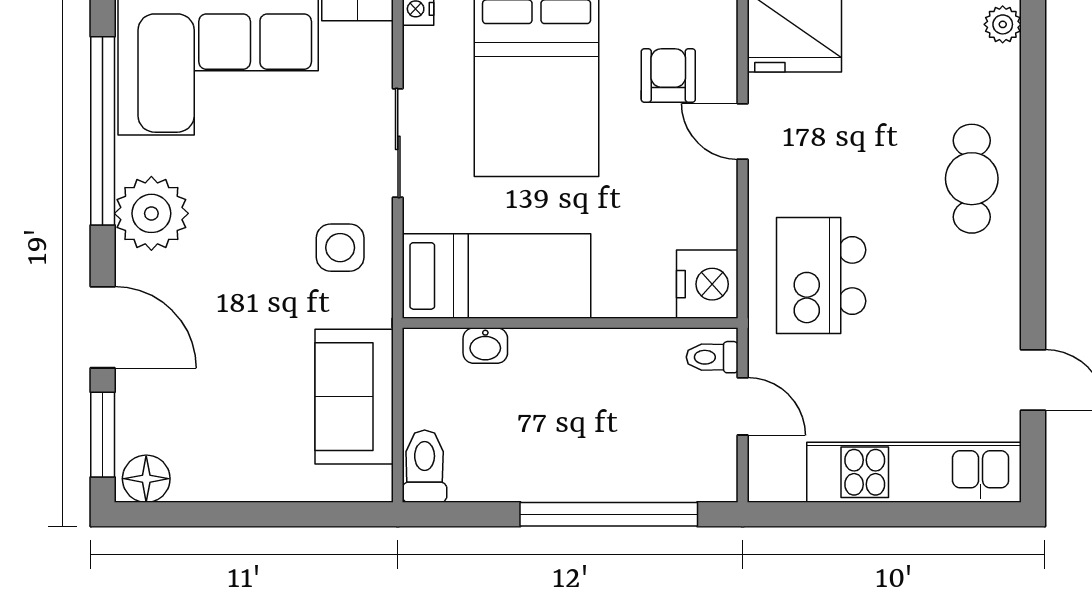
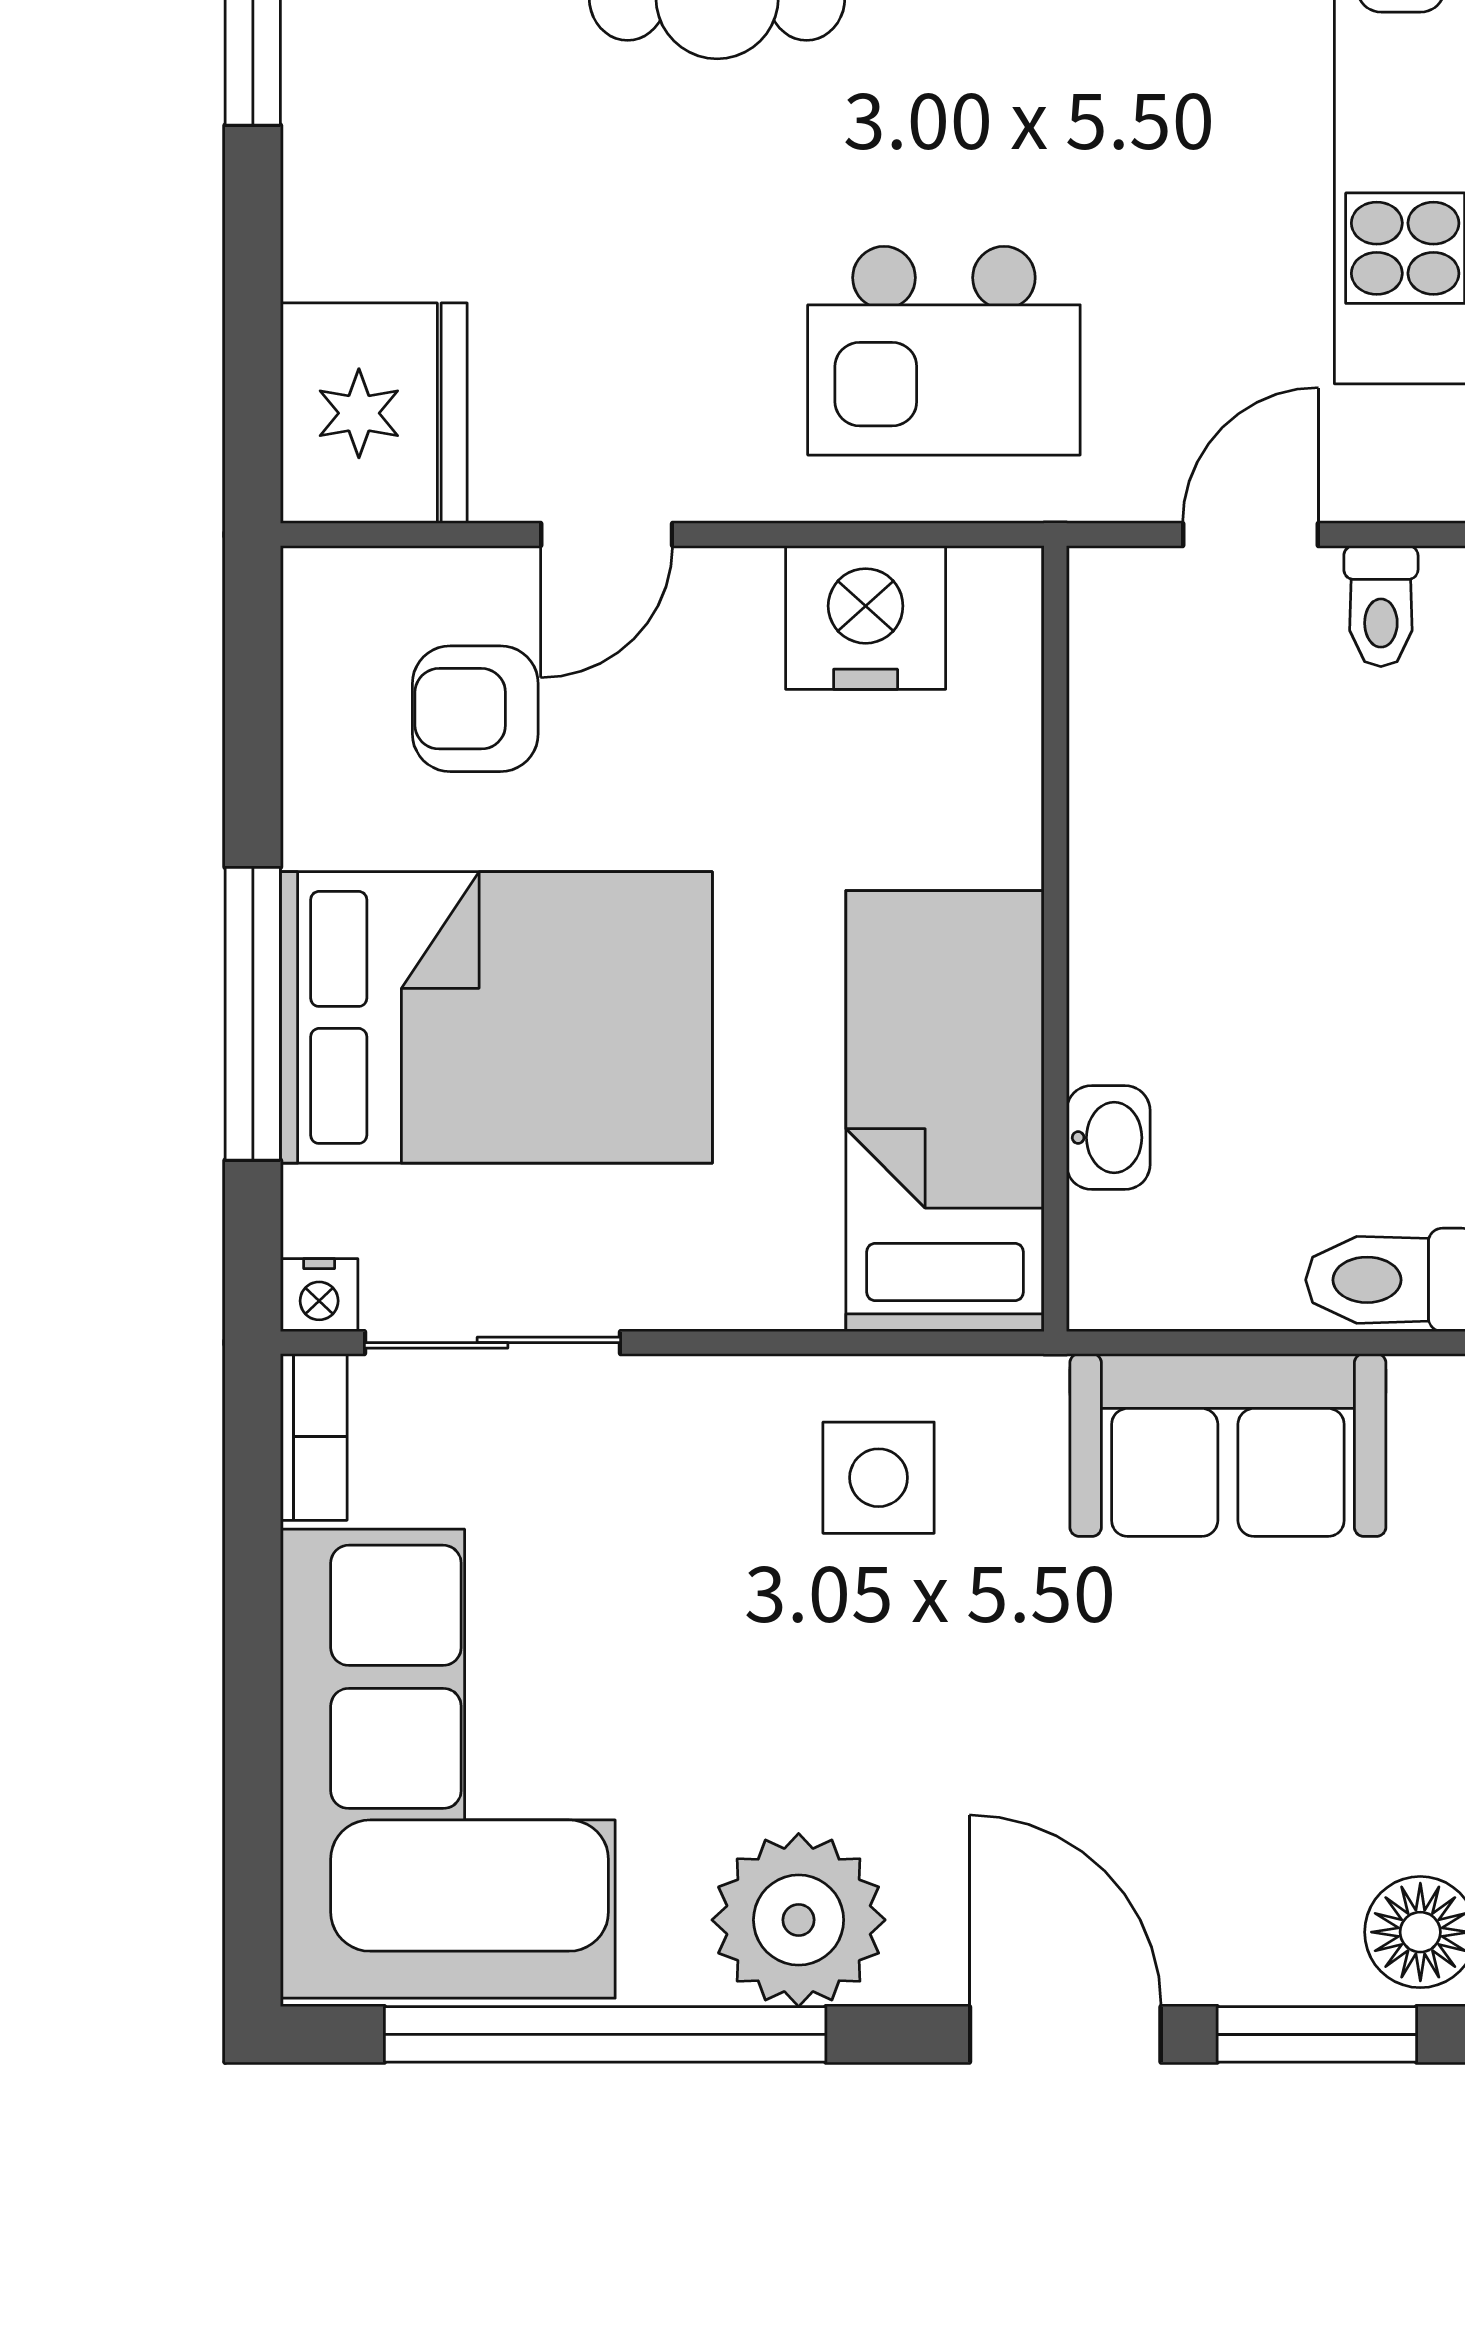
sliding door: (398, 143) -> (492, 1343), moved
nightstand: (707, 284) -> (866, 617), moved
door: (103, 327) -> (1065, 2034), hinge flipped
toilet: (712, 357) -> (1381, 606), moved

